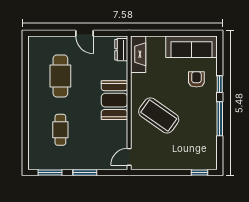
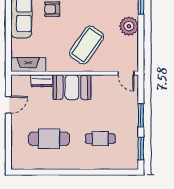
door: (85, 33) -> (8, 105), moved
dresser: (121, 50) -> (42, 81), moved
plant: (179, 160) -> (129, 26), added

